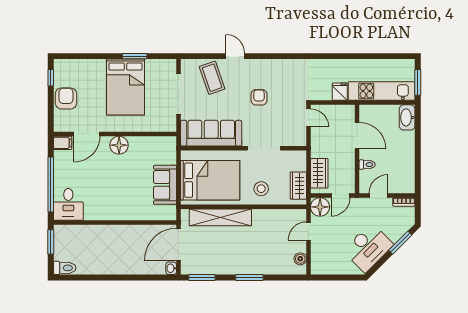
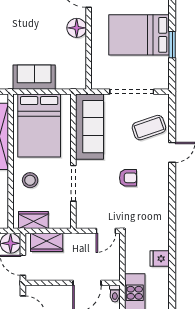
fridge: (340, 92) -> (160, 259), moved, turned 180
toilet: (367, 165) -> (115, 294), moved

